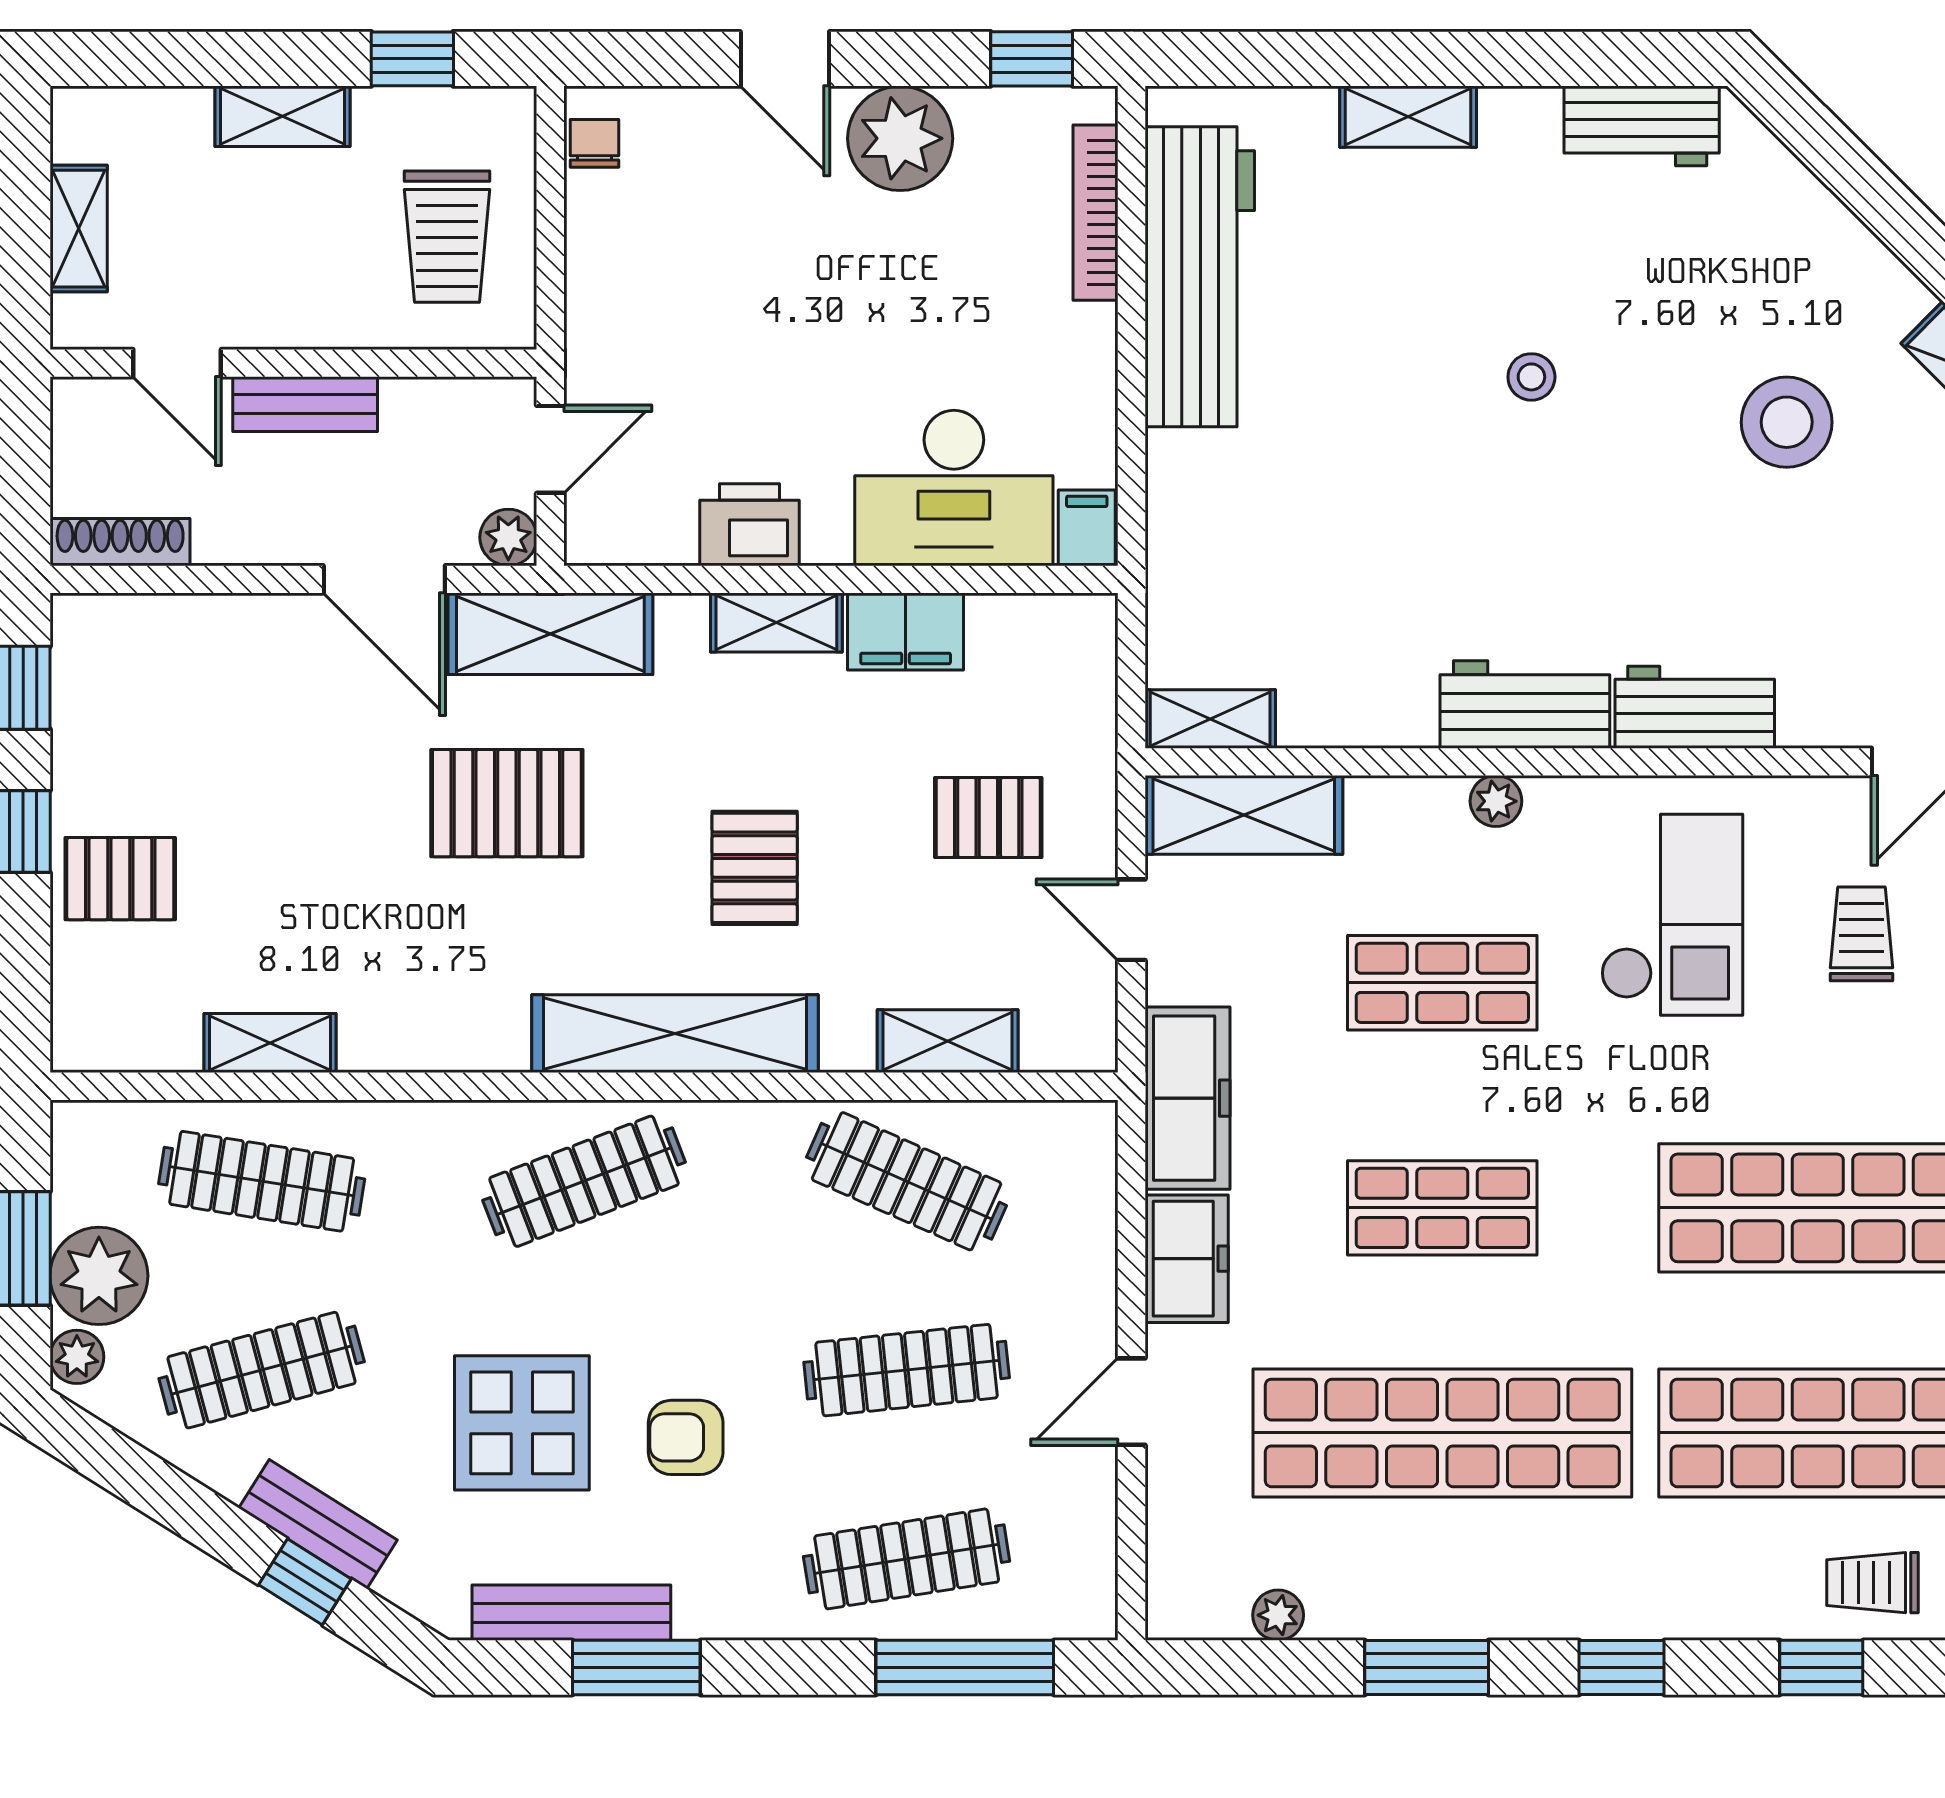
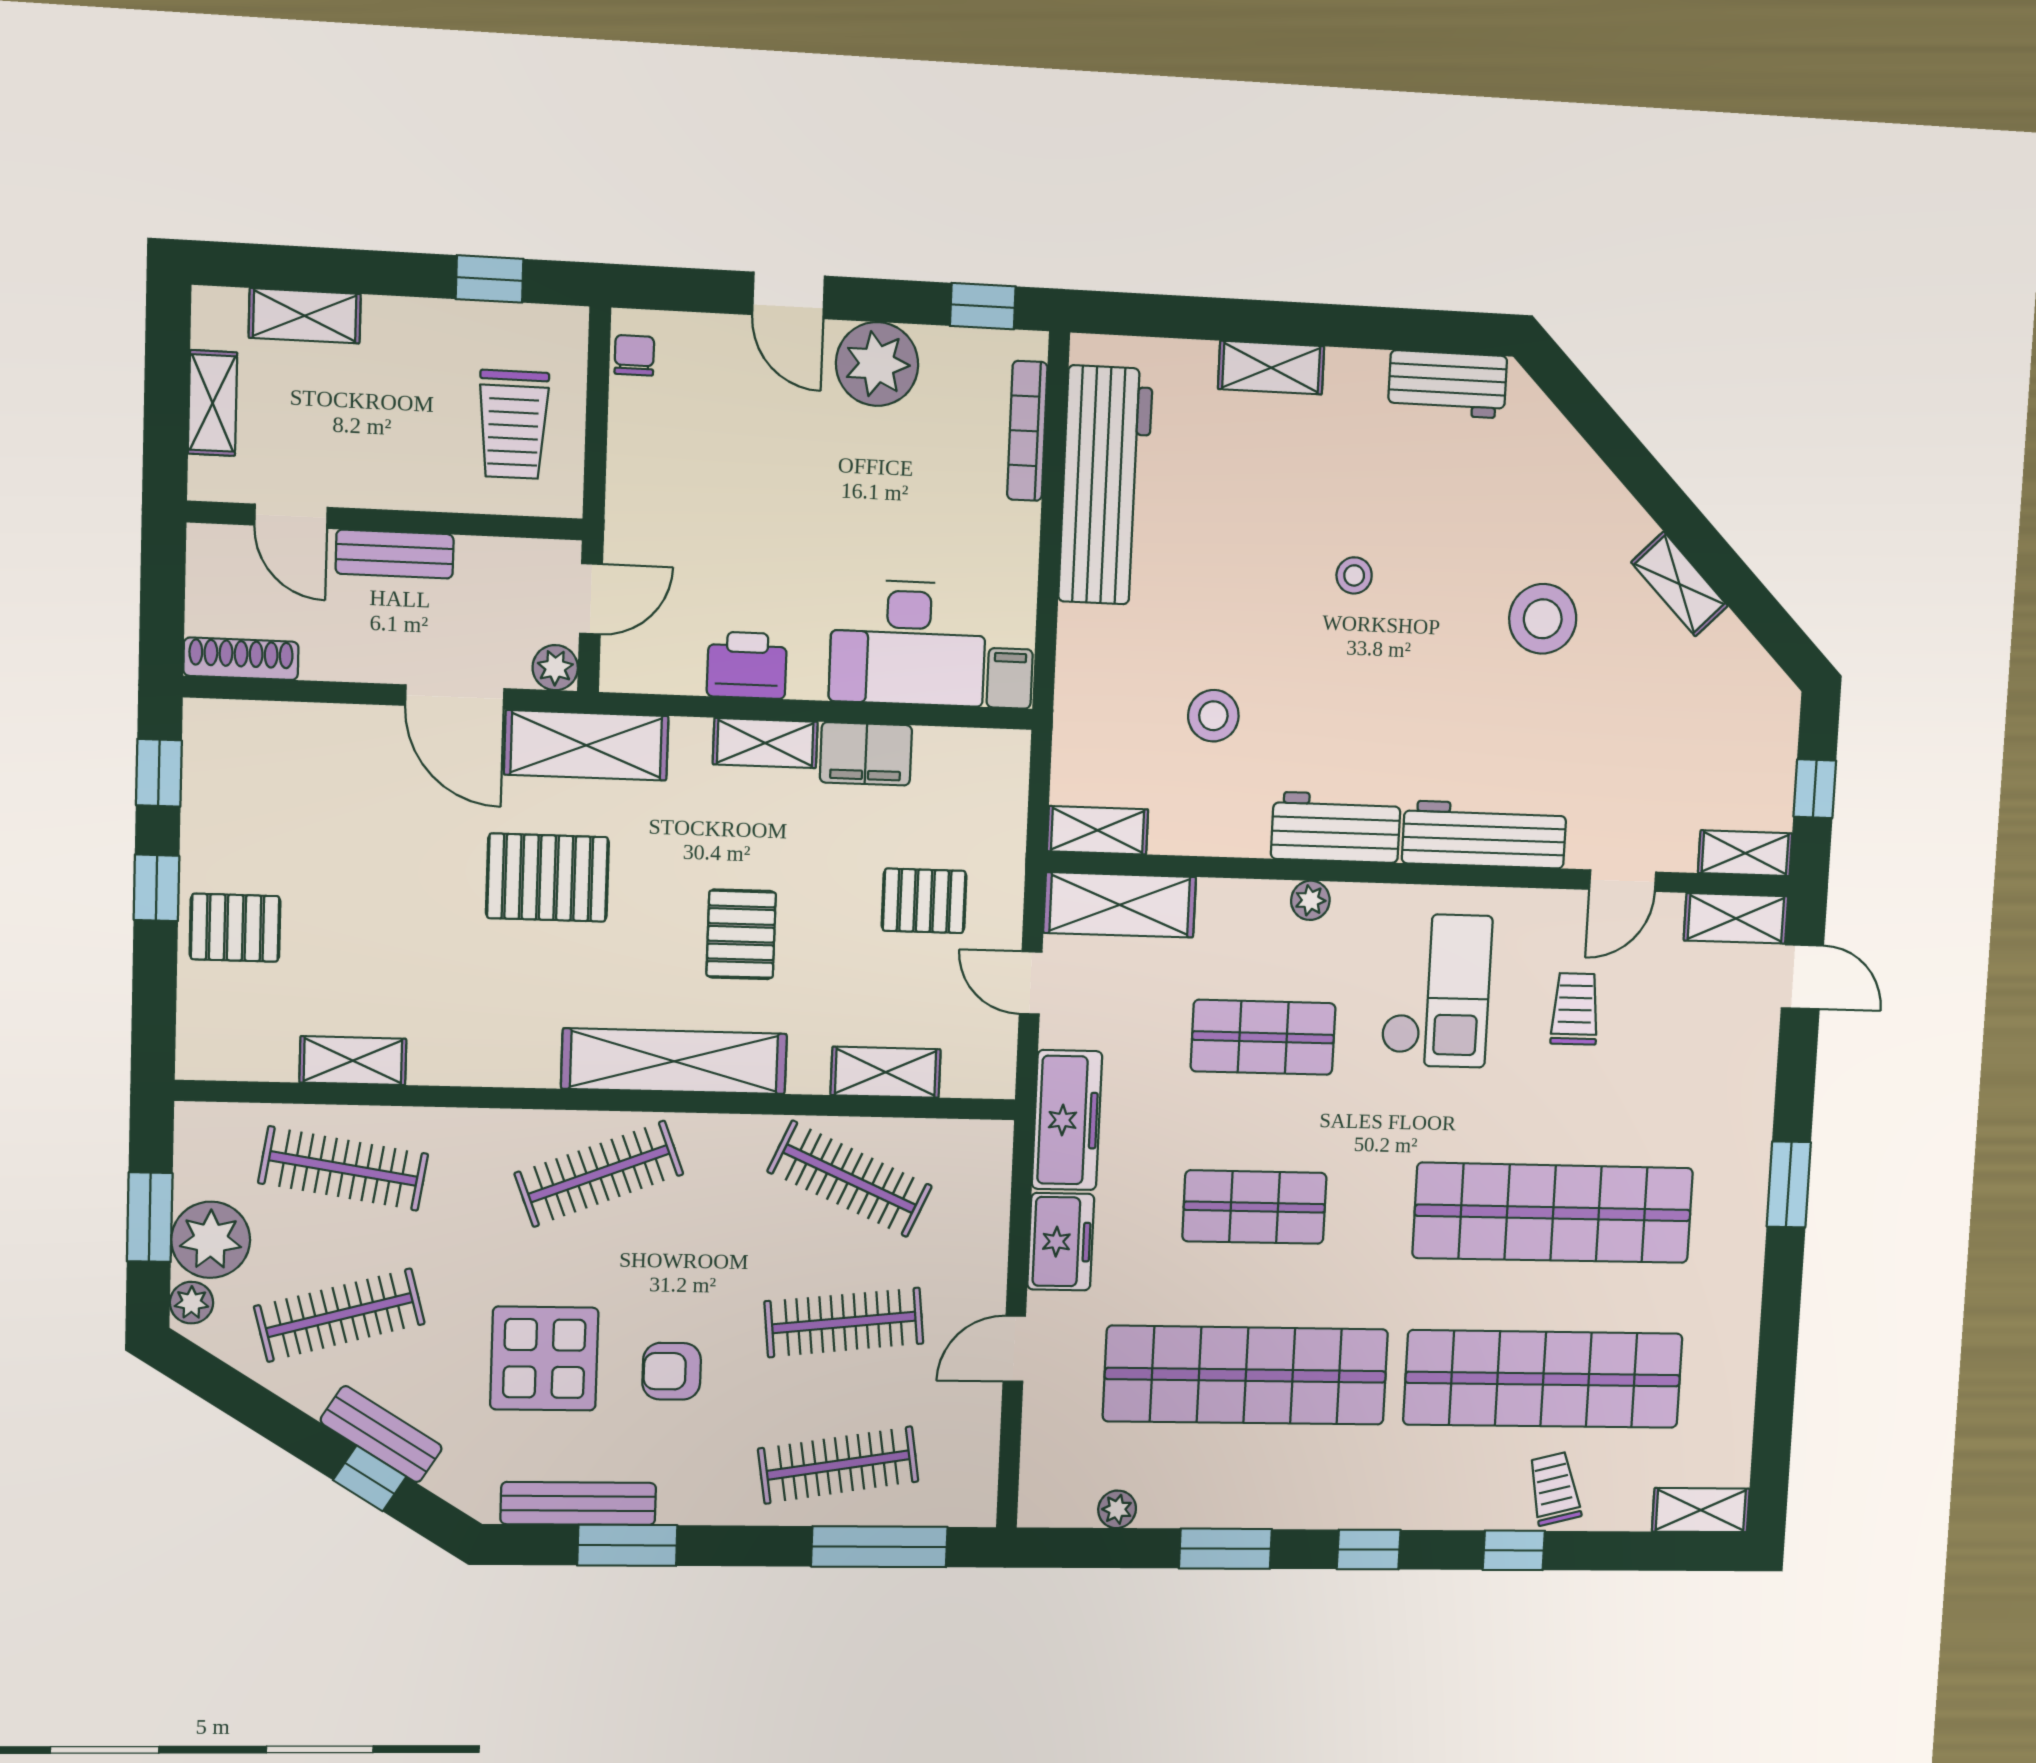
shelving: (282, 116) -> (305, 316), moved
stool: (1355, 565) -> (1213, 716), added
workbench: (1695, 707) -> (1484, 835), width x1.38
trolley: (1872, 1583) -> (1554, 1489), turned 76

